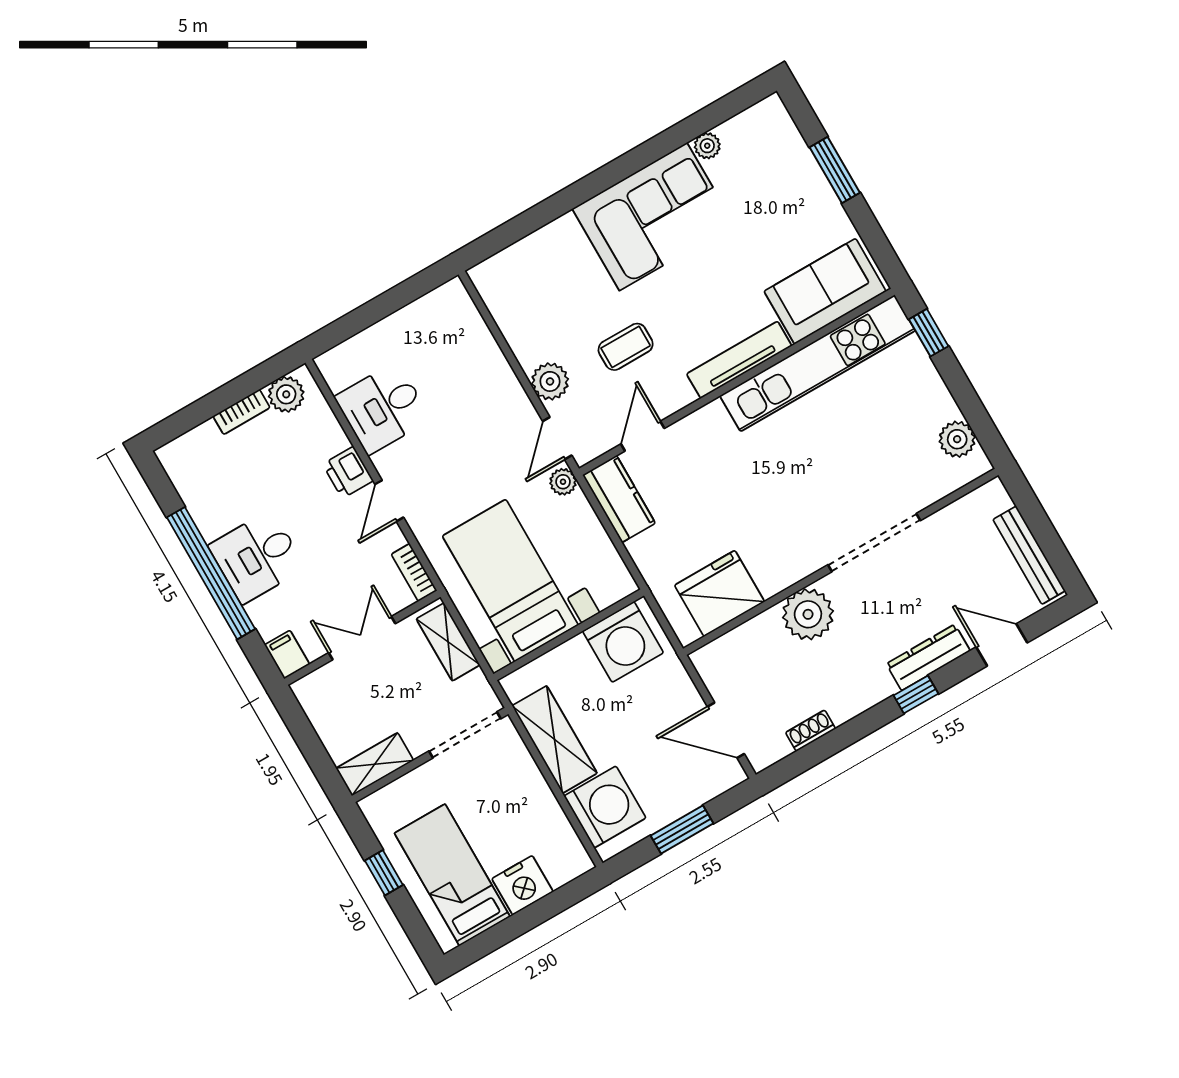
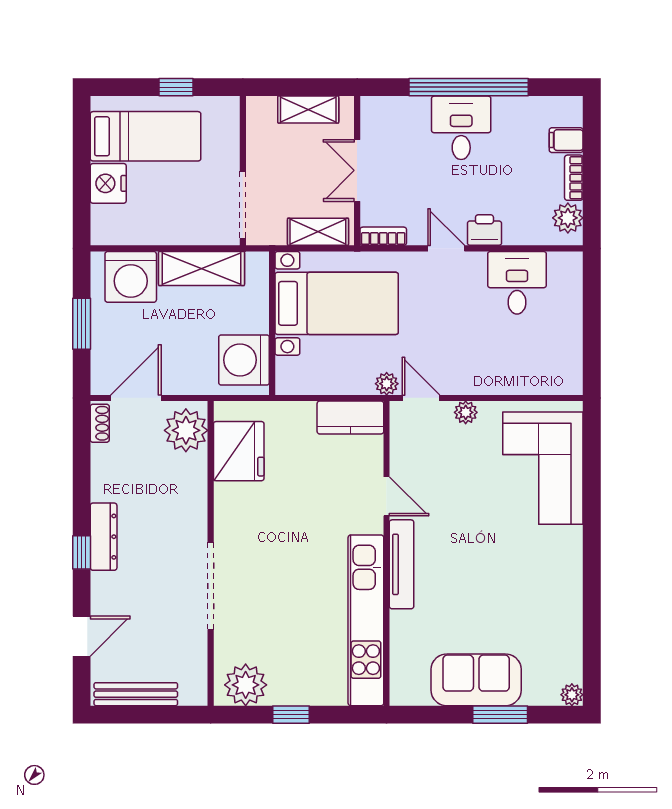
plant: (707, 146) -> (572, 695), moved
corner sofa: (653, 217) -> (543, 468), moved
sofa: (825, 291) -> (476, 680), moved, turned -90
window: (929, 333) -> (291, 715), moved
coffee table: (626, 347) -> (459, 487), removed
plant: (550, 381) -> (466, 412), width x0.73, depth x0.73
door: (643, 436) -> (386, 496), moved
plant: (957, 439) -> (246, 685), width x1.36, depth x1.36
plant: (808, 614) -> (186, 430), moved
double door: (362, 638) -> (357, 170), swing flipped
filing cabinet: (287, 654) -> (566, 140), moved, turned 180
dresser: (928, 657) -> (104, 537), moved
shoe rack: (810, 731) -> (100, 423), moved
shelving: (375, 764) -> (308, 110), moved, turned 90

